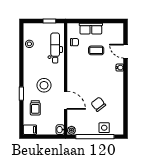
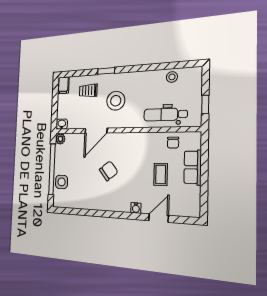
dental chair: (55, 48) -> (165, 114), turned 180
chair: (98, 104) -> (109, 171), moved

